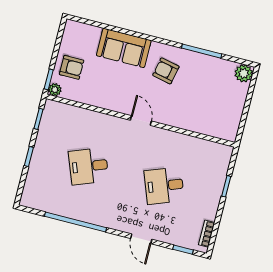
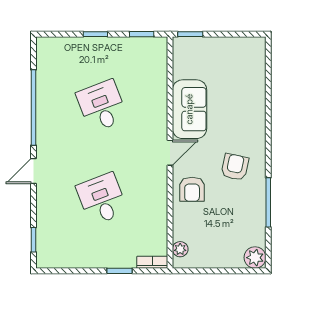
sofa: (124, 48) -> (189, 109), moved, turned 180
armchair: (72, 67) -> (192, 189), moved
plant: (55, 90) -> (180, 249), moved
bookcase: (207, 234) -> (152, 262), moved
door: (141, 239) -> (34, 171), moved

